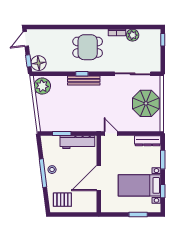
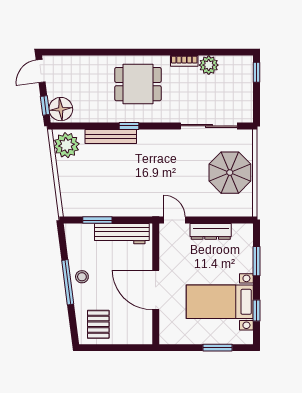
bench: (84, 81) -> (111, 137), moved
dresser: (148, 141) -> (211, 231), moved
door: (99, 178) -> (156, 290), hinge flipped
pallet: (62, 200) -> (98, 324), turned 90

